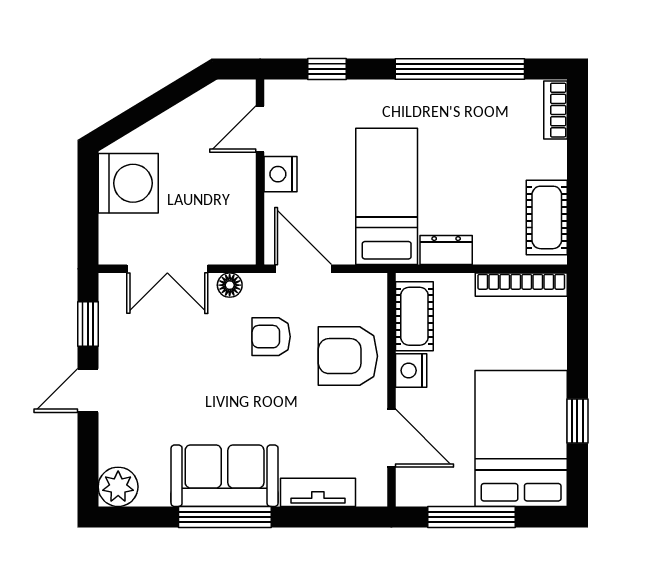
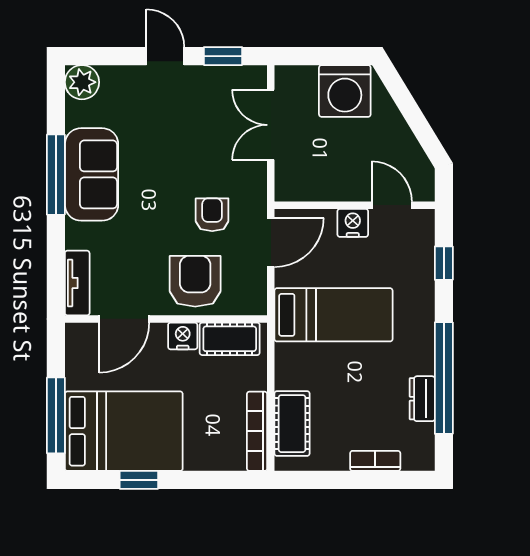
bookcase: (555, 110) -> (375, 461), moved
cot: (547, 217) -> (292, 424), moved, turned 90
dresser: (446, 250) -> (422, 399), moved, turned 180
floor lamp: (230, 285) -> (257, 179), removed
tv unit: (318, 492) -> (77, 283), moved
window: (471, 517) -> (56, 415), moved

